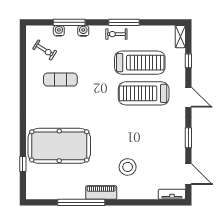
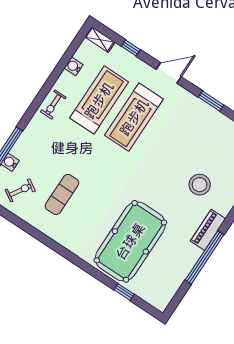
window: (124, 22) -> (46, 89), removed
water cooler: (83, 31) -> (74, 66), moved

